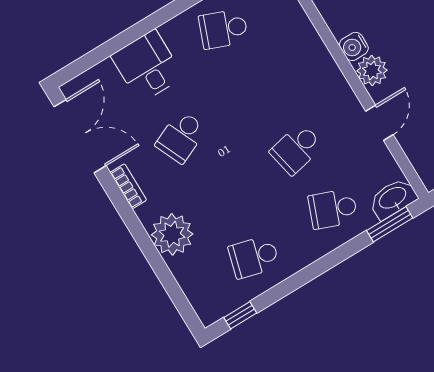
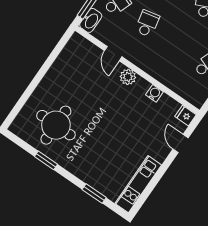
water cooler: (354, 46) -> (154, 93), moved

